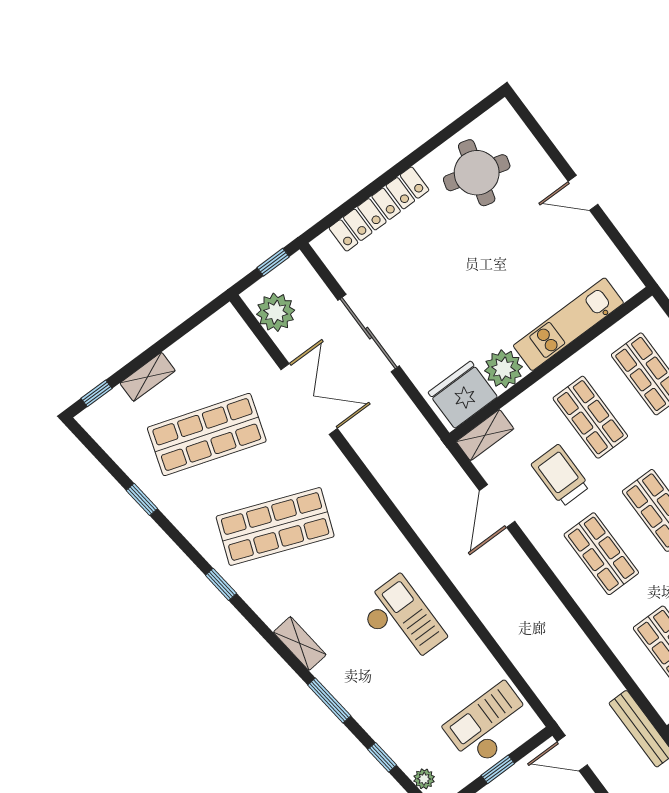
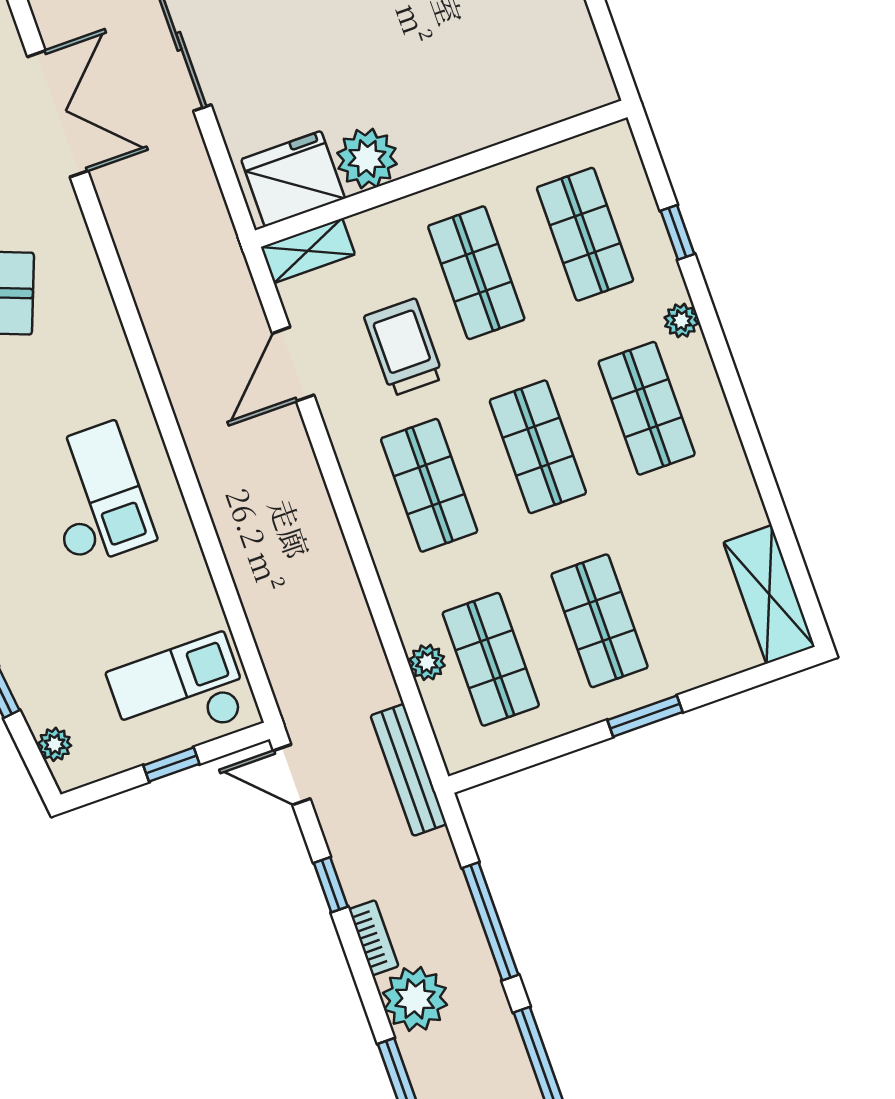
kitchen unit: (568, 324) -> (487, 121), removed
plant: (633, 661) -> (427, 662), added

